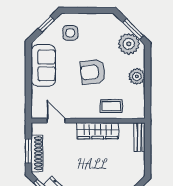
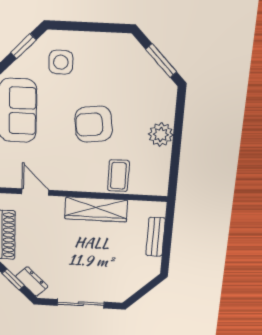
plant: (129, 44) -> (152, 84), removed
coffee table: (111, 106) -> (118, 176), turned 90
bench: (139, 137) -> (156, 237), moved

